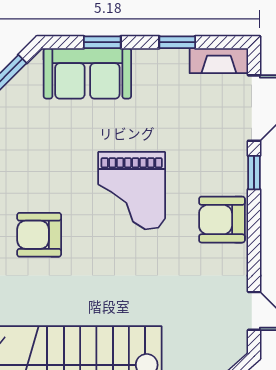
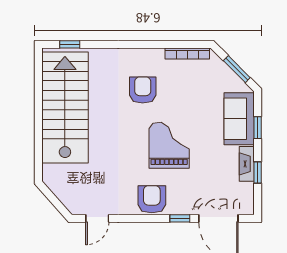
fireplace: (219, 61) -> (247, 164), moved
grand piano: (132, 191) -> (169, 145), turned 90

